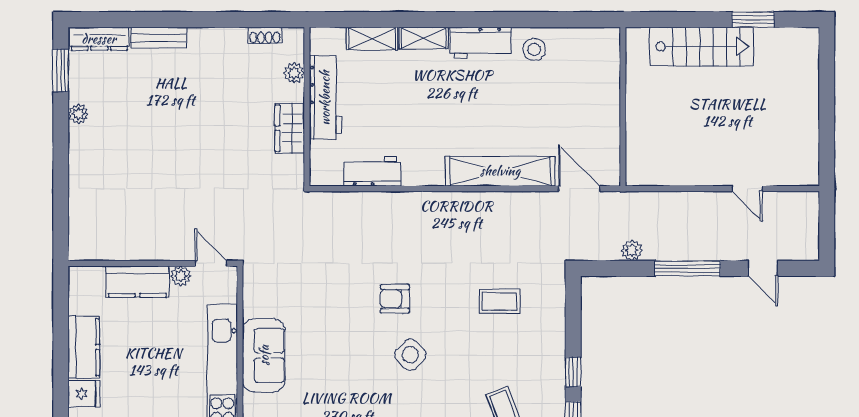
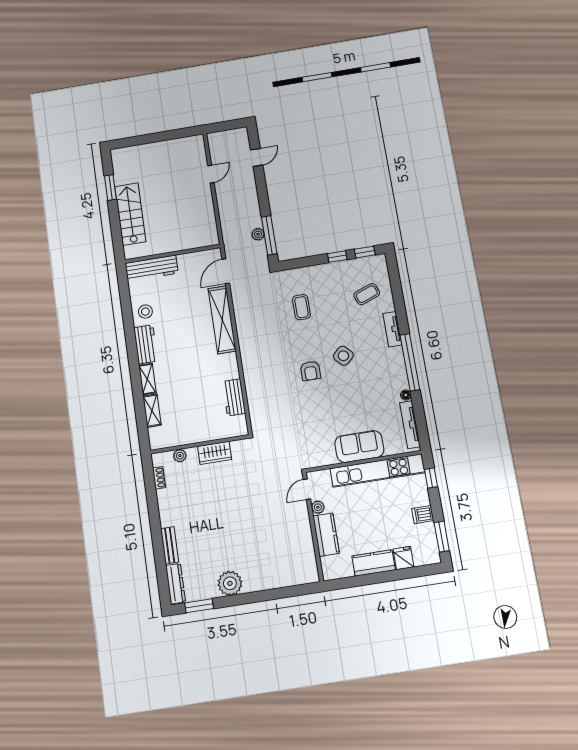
workbench: (325, 98) -> (152, 268), moved, turned 180
plant: (78, 114) -> (230, 583), width x1.88, depth x1.88
window: (688, 268) -> (269, 235), moved

